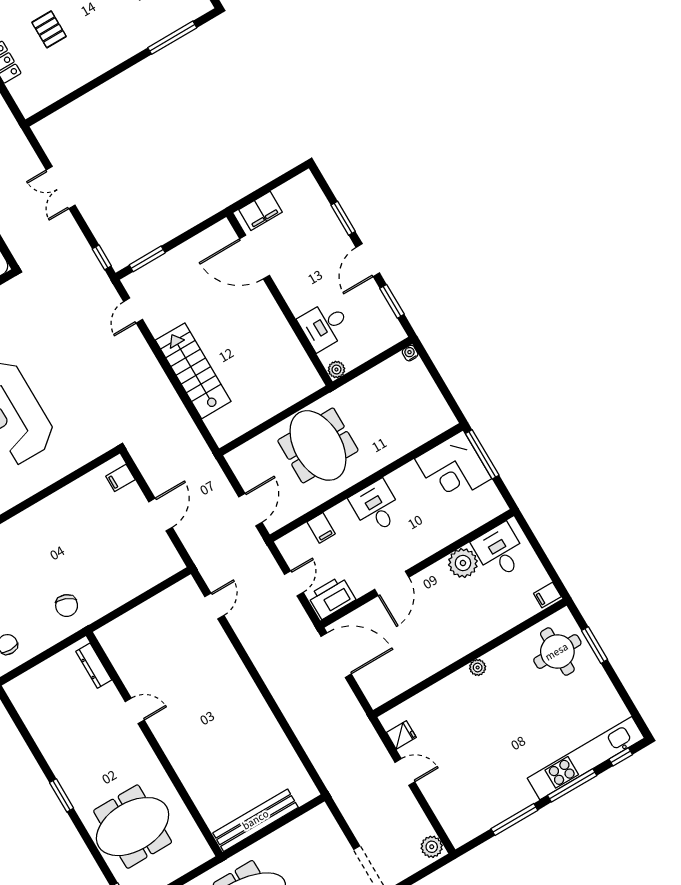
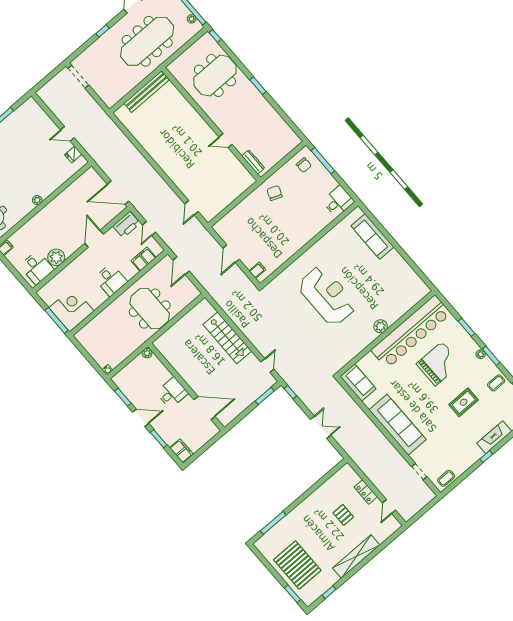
filing cabinet: (260, 211) -> (181, 451), moved, turned 90
door: (368, 260) -> (141, 418), hinge flipped
desk: (325, 325) -> (172, 393), moved
filing cabinet: (321, 528) -> (143, 259), width x2.00
plant: (432, 847) -> (45, 95), removed

